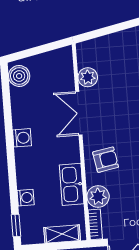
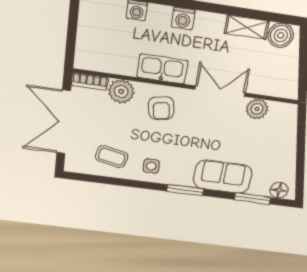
washing machine: (22, 138) -> (183, 18), moved
kitchen sink: (72, 184) -> (162, 69), moved
shelving: (62, 234) -> (247, 27), moved, turned 90

